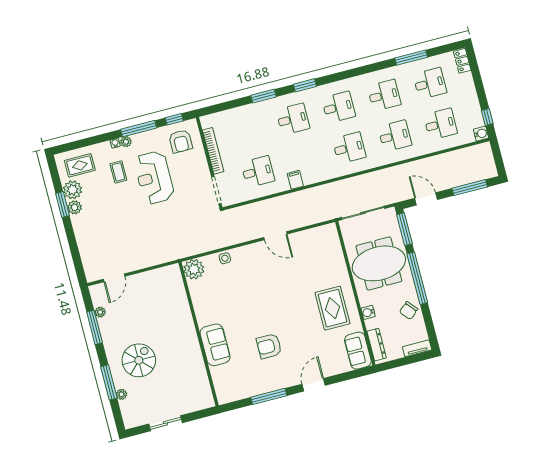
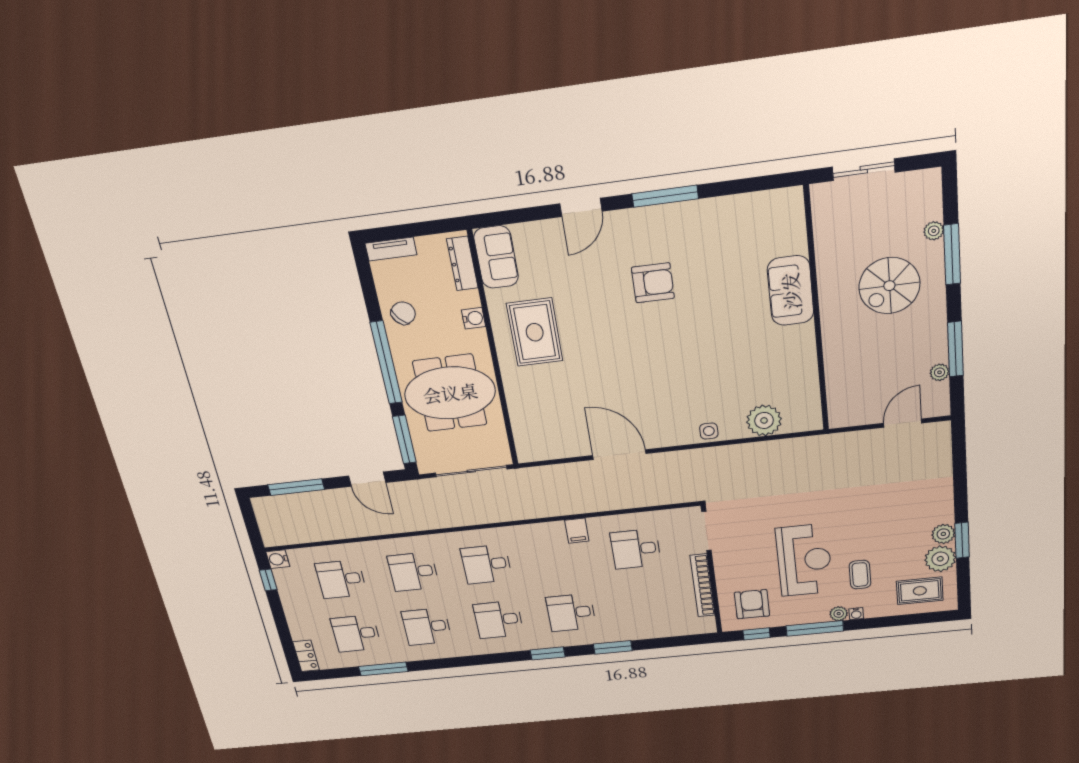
door: (275, 236) -> (619, 455), width x1.36
wall: (199, 334) -> (816, 312), moved
sofa: (215, 345) -> (791, 291), moved

